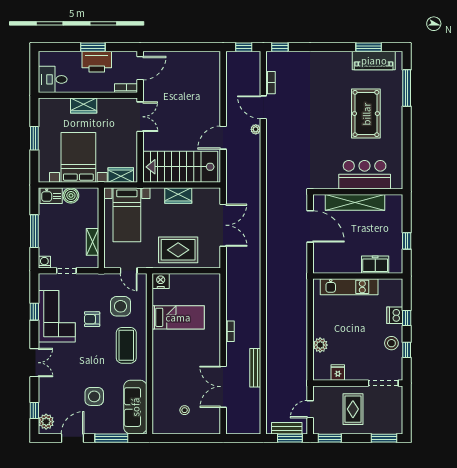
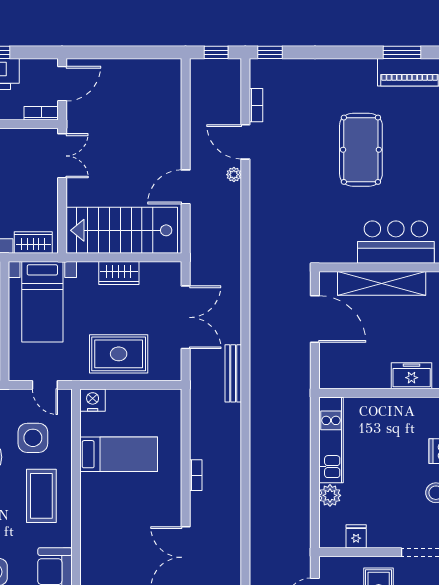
pool table: (366, 114) -> (361, 150), moved
kitchen unit: (349, 287) -> (331, 440), moved, turned -90
bench: (255, 368) -> (233, 373), moved

